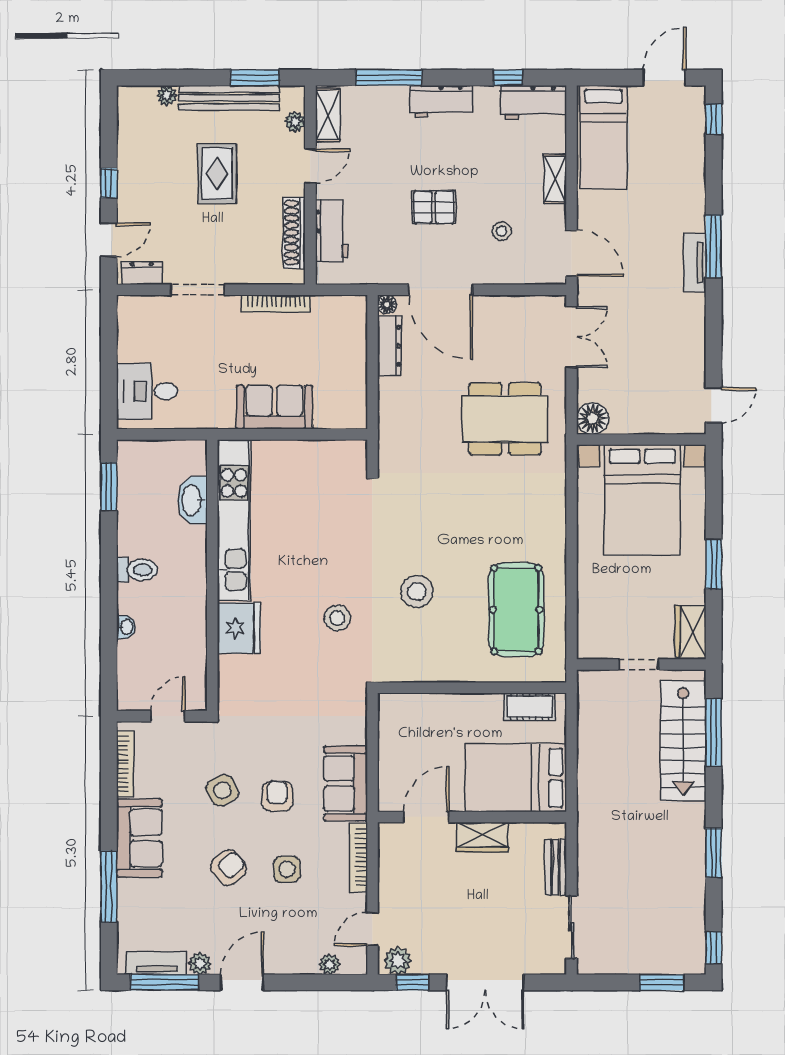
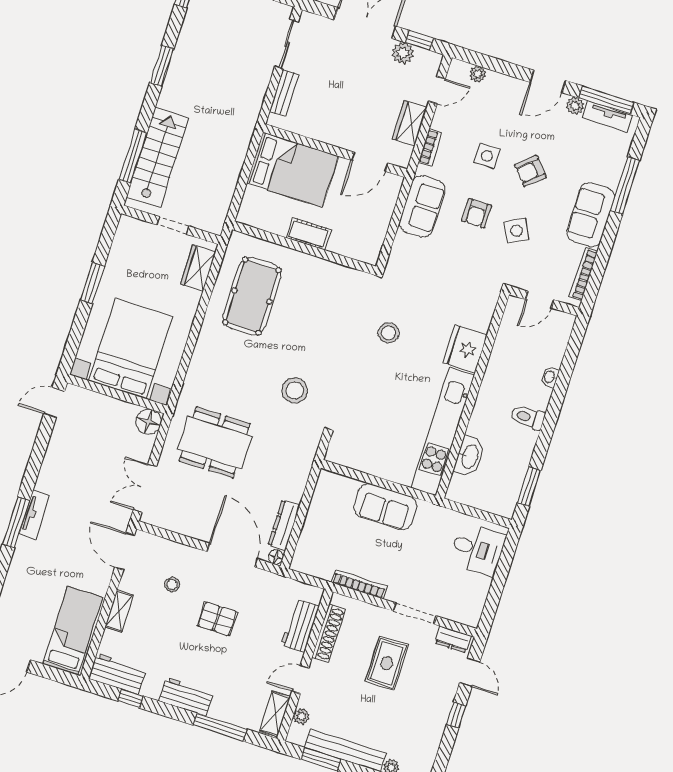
rug: (217, 173) -> (387, 663), moved
door: (109, 240) -> (470, 672), swing flipped
stool: (417, 591) -> (295, 390), moved
wardrobe: (691, 632) -> (198, 268), moved, turned 180
cot: (529, 707) -> (309, 234), moved
wardrobe: (483, 837) -> (410, 123), moved, turned -90
bookcase: (358, 857) -> (430, 148), width x0.64
plant: (398, 961) -> (403, 53), moved

